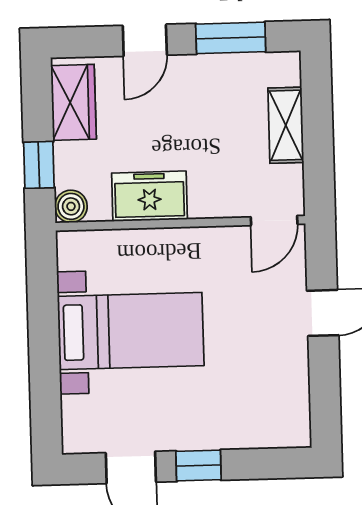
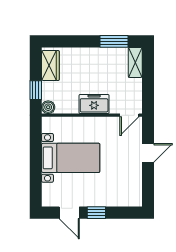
door: (145, 40) -> (80, 41), removed
shelving: (286, 125) -> (135, 62), moved
freezer: (150, 196) -> (94, 104), moved

